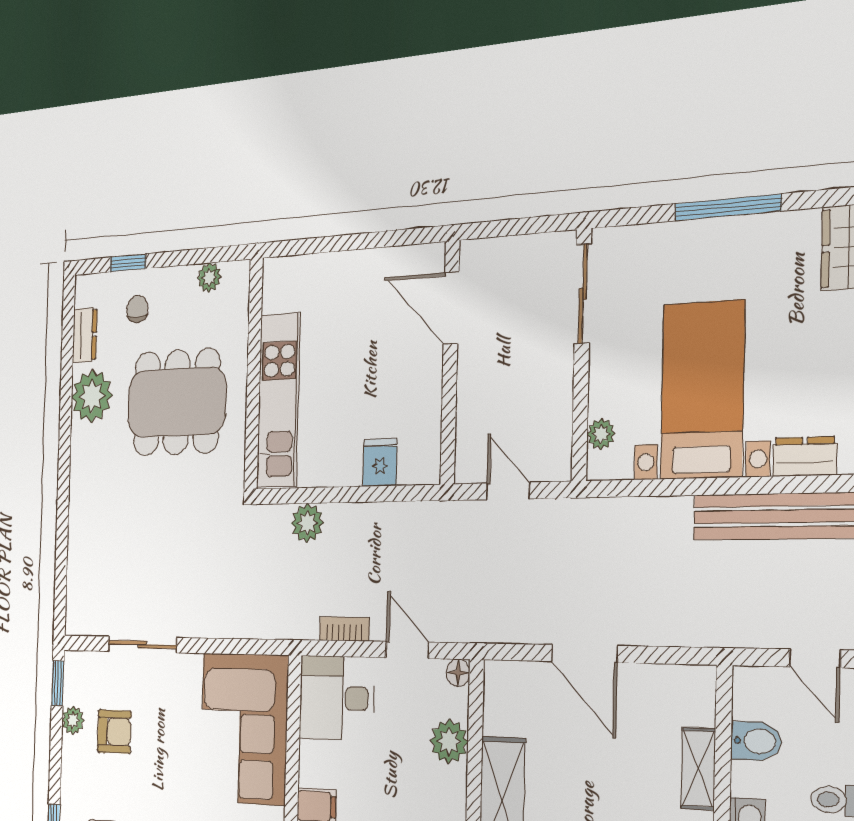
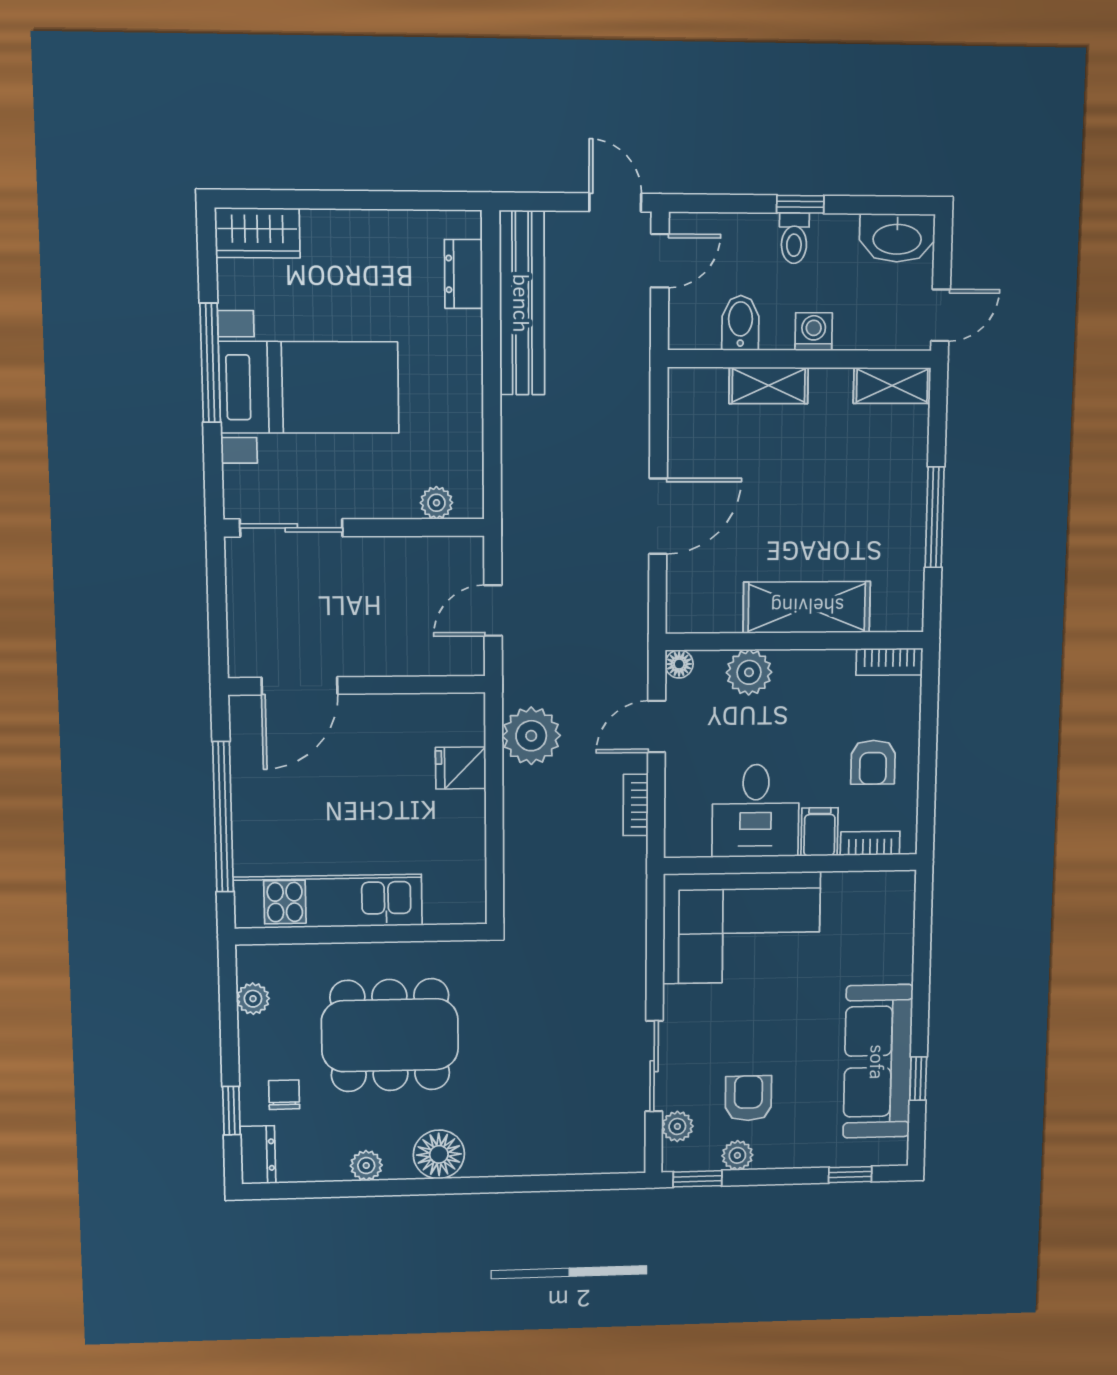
window: (349, 242) -> (223, 817), added
chair: (137, 309) -> (284, 1095), turned 90
dresser: (85, 335) -> (258, 1155), moved, turned 90
bed with nightstands: (703, 390) -> (309, 387), moved, turned 180
plant: (92, 396) -> (366, 1166), width x0.53, depth x0.53
kitchen unit: (278, 400) -> (328, 901), moved
dining table: (177, 402) -> (390, 1035), turned 90
floor lamp: (87, 449) -> (439, 1154), added
plant: (307, 523) -> (531, 736), moved, width x1.36, depth x1.36
plant: (97, 665) -> (677, 1126), added
desk: (337, 698) -> (756, 811), moved

